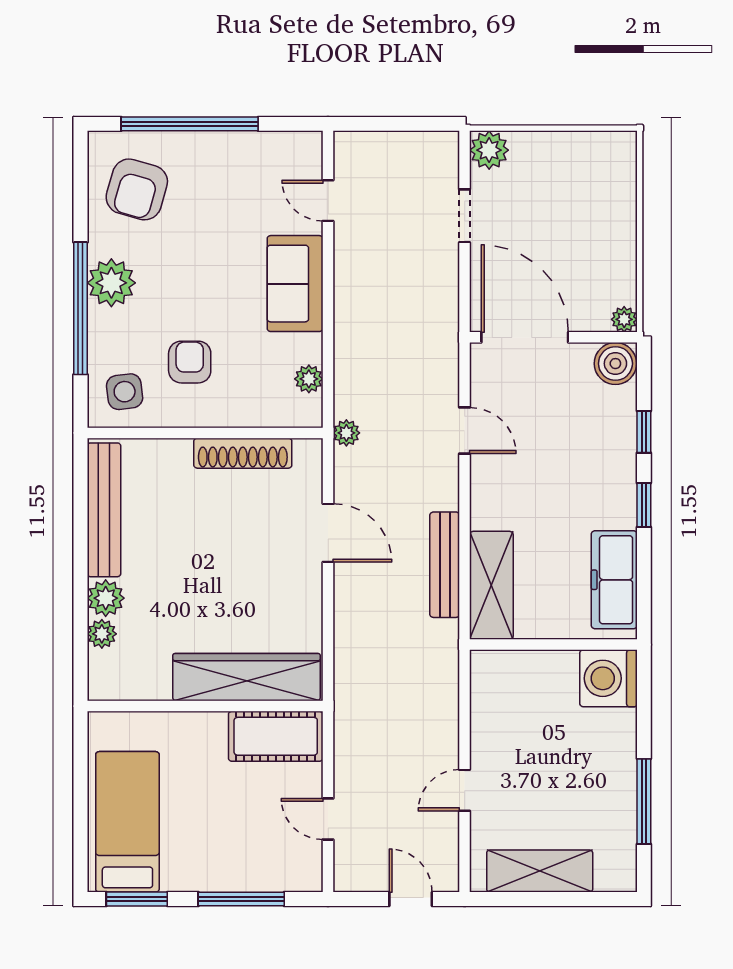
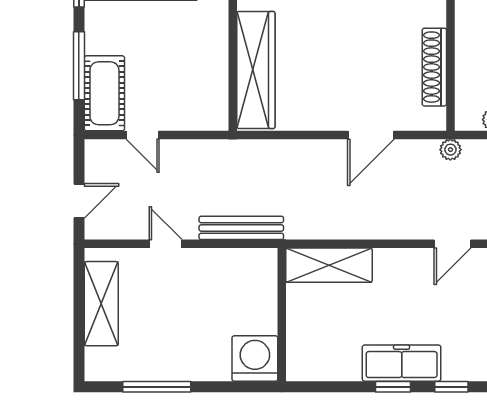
bench: (445, 565) -> (241, 228), moved
freezer: (614, 580) -> (402, 363), moved
cot: (276, 736) -> (104, 93), moved
door: (328, 819) -> (143, 135), swing flipped

